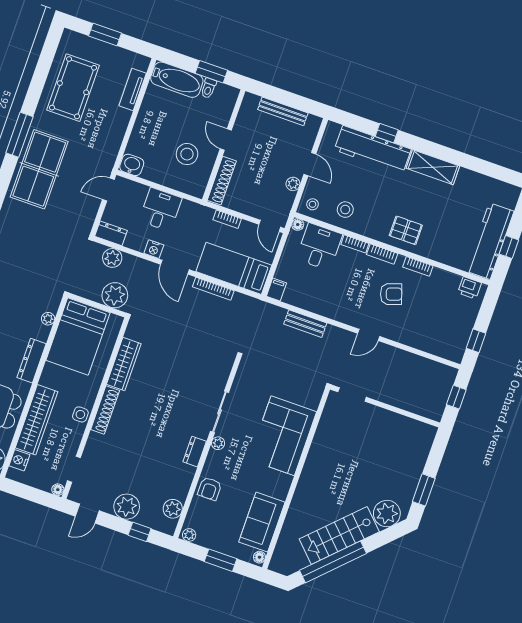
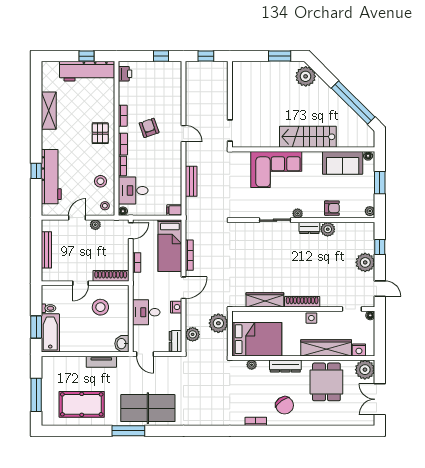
window: (105, 35) -> (36, 395), width x1.44
window: (211, 72) -> (36, 327), moved
tv unit: (133, 89) -> (101, 362), moved
shelving: (433, 167) -> (49, 111), moved
plant: (173, 509) -> (328, 229), moved
stairs: (339, 535) -> (308, 137), moved, turned 135

